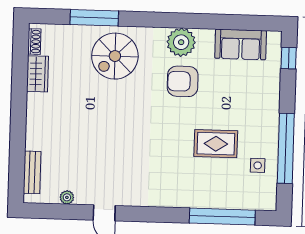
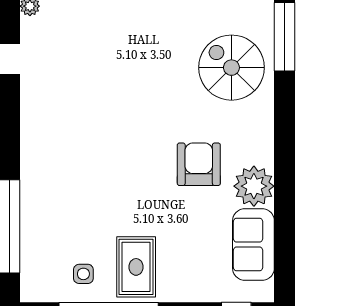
plant: (181, 42) -> (254, 186), moved
rug: (216, 144) -> (136, 267), moved

